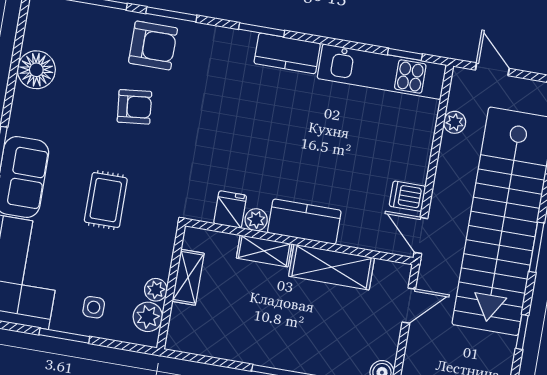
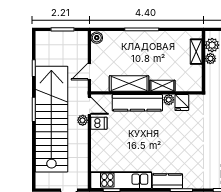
plant: (455, 122) -> (83, 120), moved
kitchen counter: (304, 222) -> (137, 103), width x1.50
shelving: (188, 277) -> (196, 52), moved

